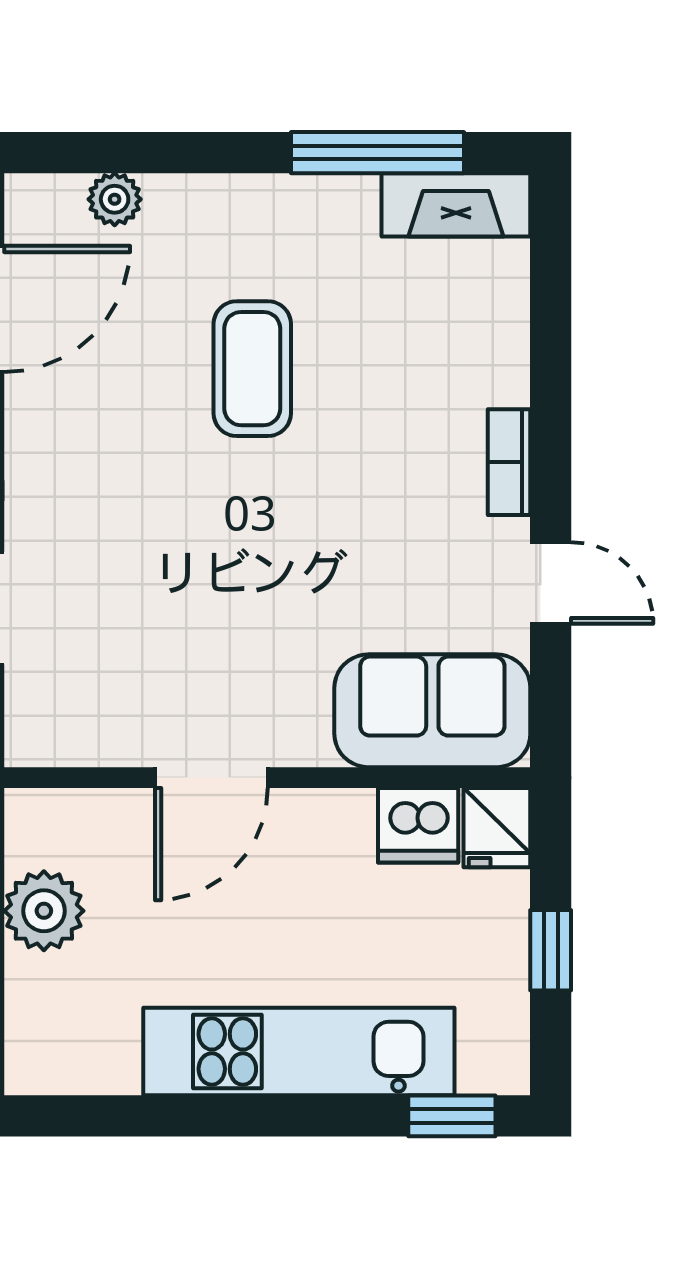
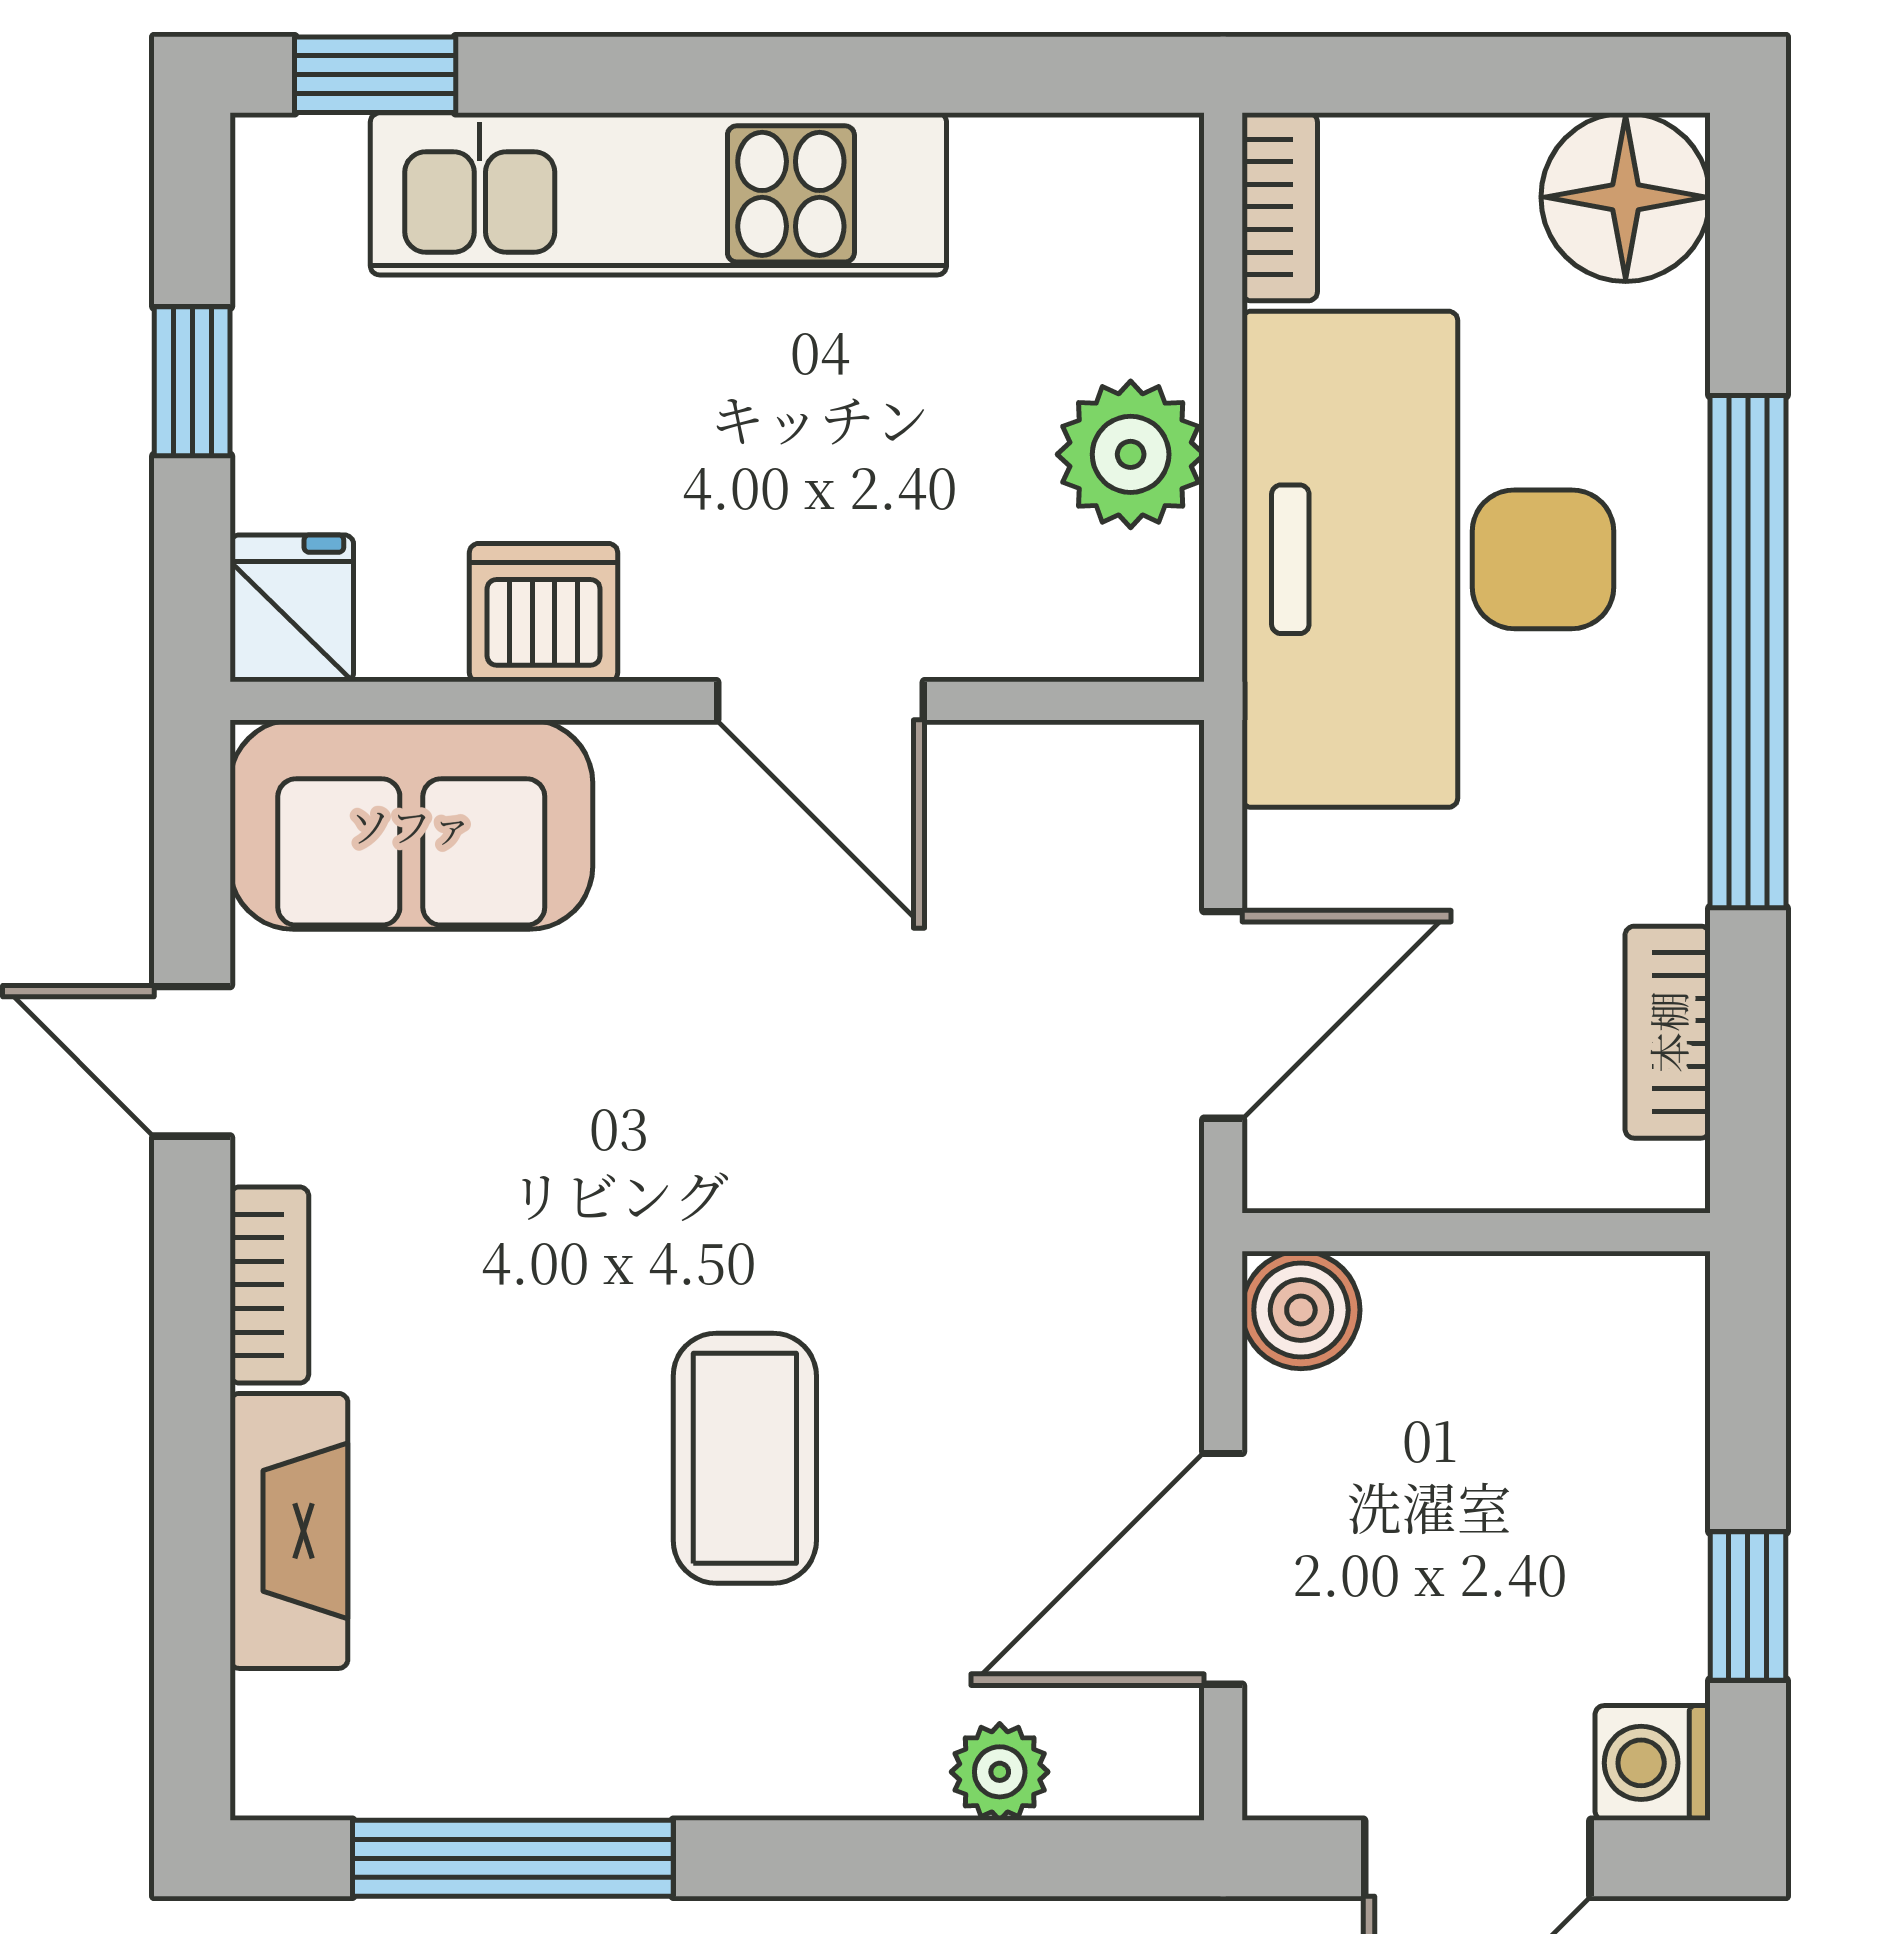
fireplace: (456, 205) -> (289, 1531), moved, turned 90
door: (211, 778) -> (821, 701), swing flipped
dishwasher: (418, 825) -> (544, 613), moved

